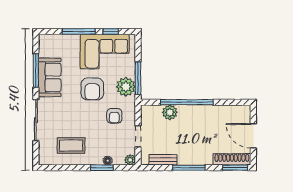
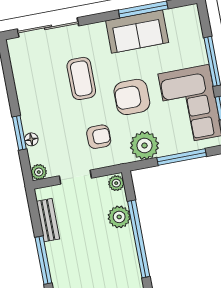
window: (138, 78) -> (182, 157), moved
plant: (147, 110) -> (116, 183), added
armchair: (114, 116) -> (99, 137), turned 180
sliding door: (36, 120) -> (48, 27), moved
coffee table: (71, 146) -> (81, 78), moved

